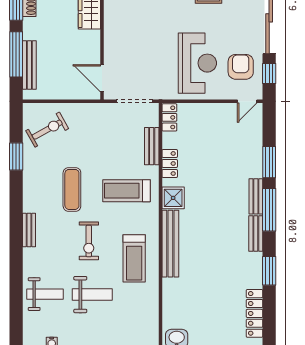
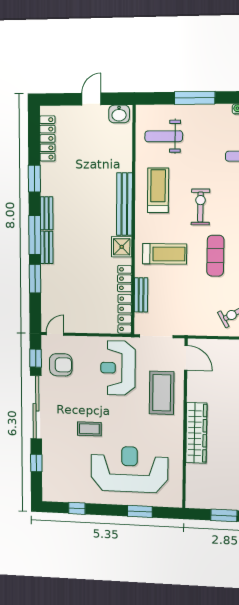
coffee table: (128, 39) -> (162, 393), added
reception desk: (197, 63) -> (118, 368), moved
armchair: (241, 67) -> (61, 365), turned -90
locker: (169, 117) -> (125, 314), width x1.53
weight bench: (92, 295) -> (164, 136), moved

